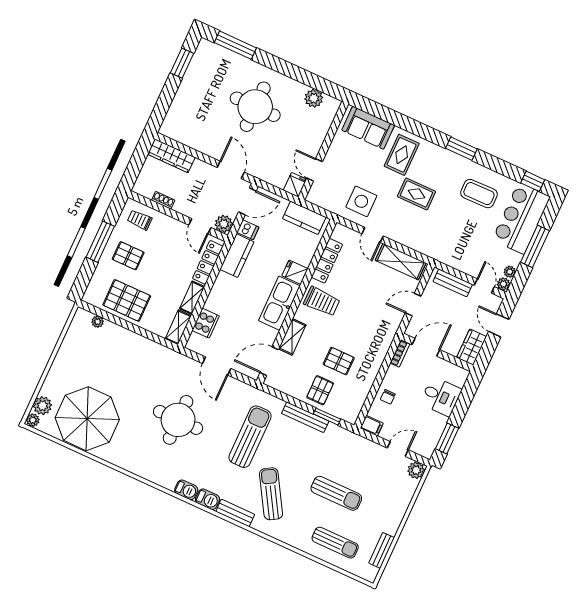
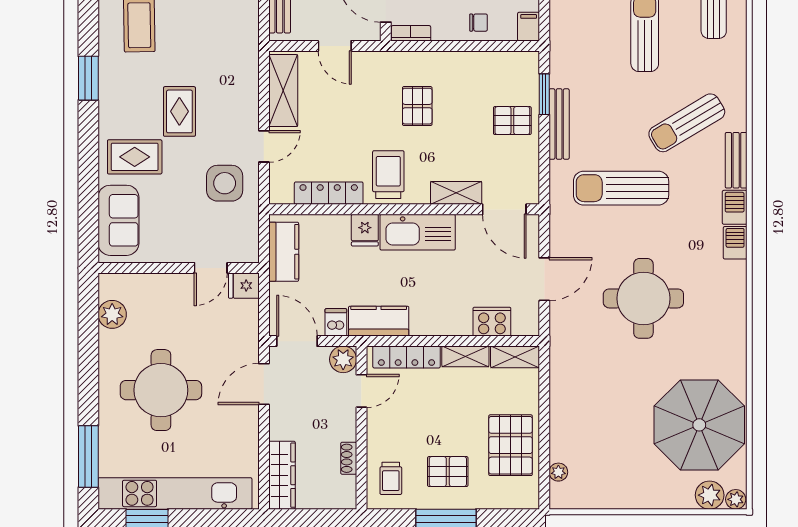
kitchen unit: (190, 87) -> (175, 493), added
pallet: (128, 256) -> (448, 472), turned 90
pallet: (339, 361) -> (417, 106), moved

